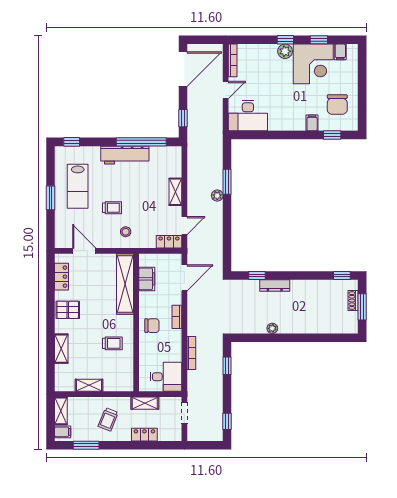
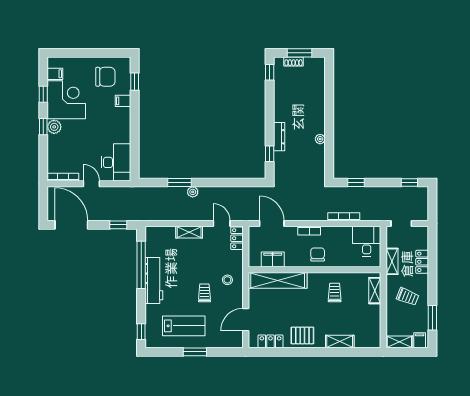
pallet: (68, 310) -> (302, 335), turned 90
shelving: (89, 385) -> (375, 291), moved

